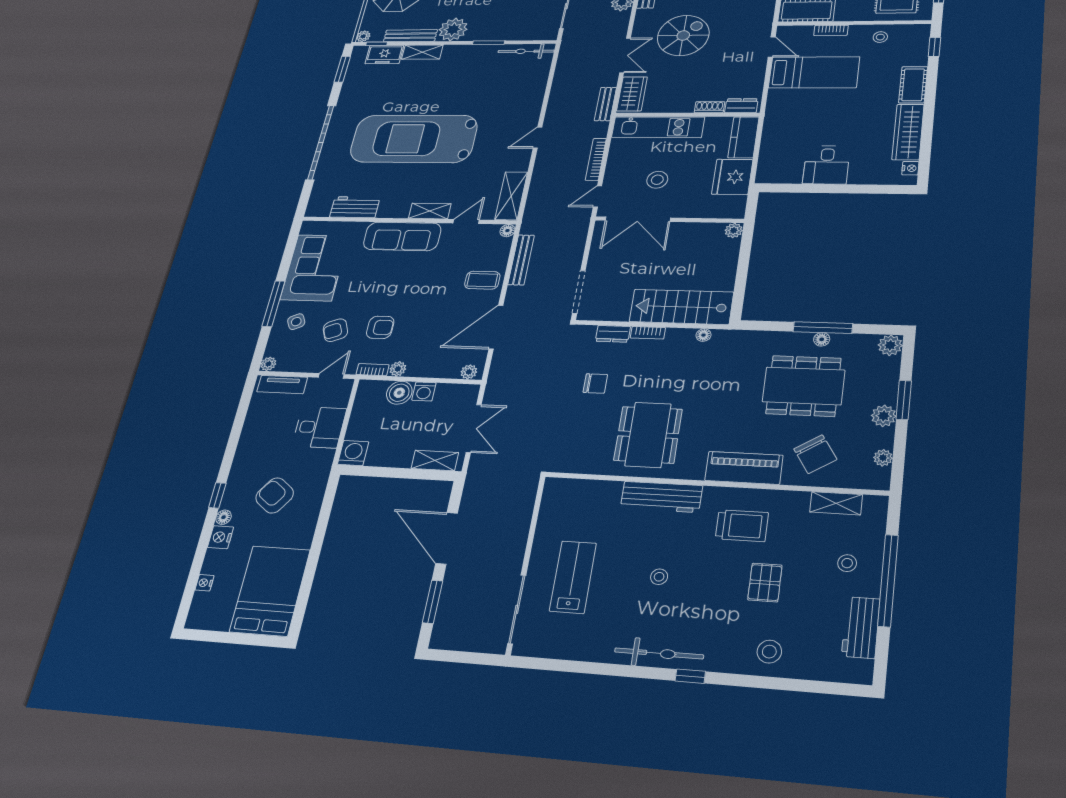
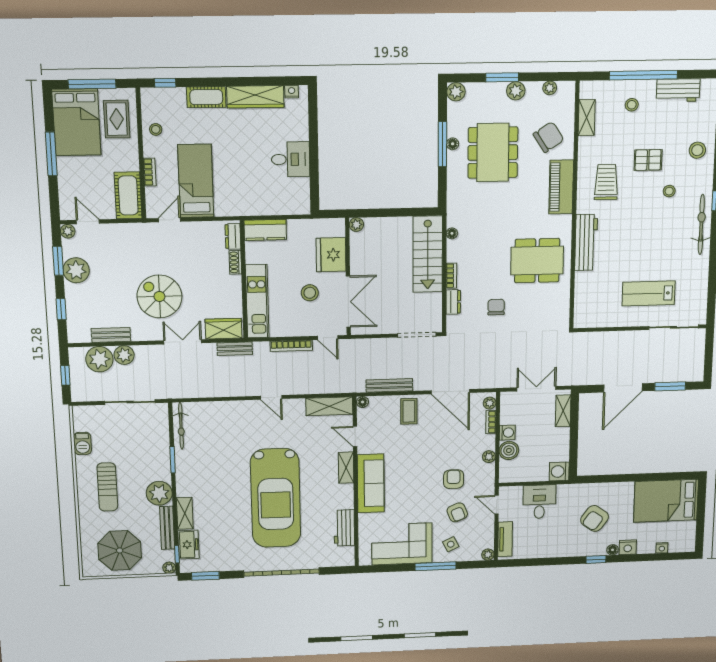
fridge: (732, 177) -> (331, 255), moved, turned 90
bookcase: (373, 370) -> (491, 422), moved
stool: (659, 577) -> (669, 191), moved

